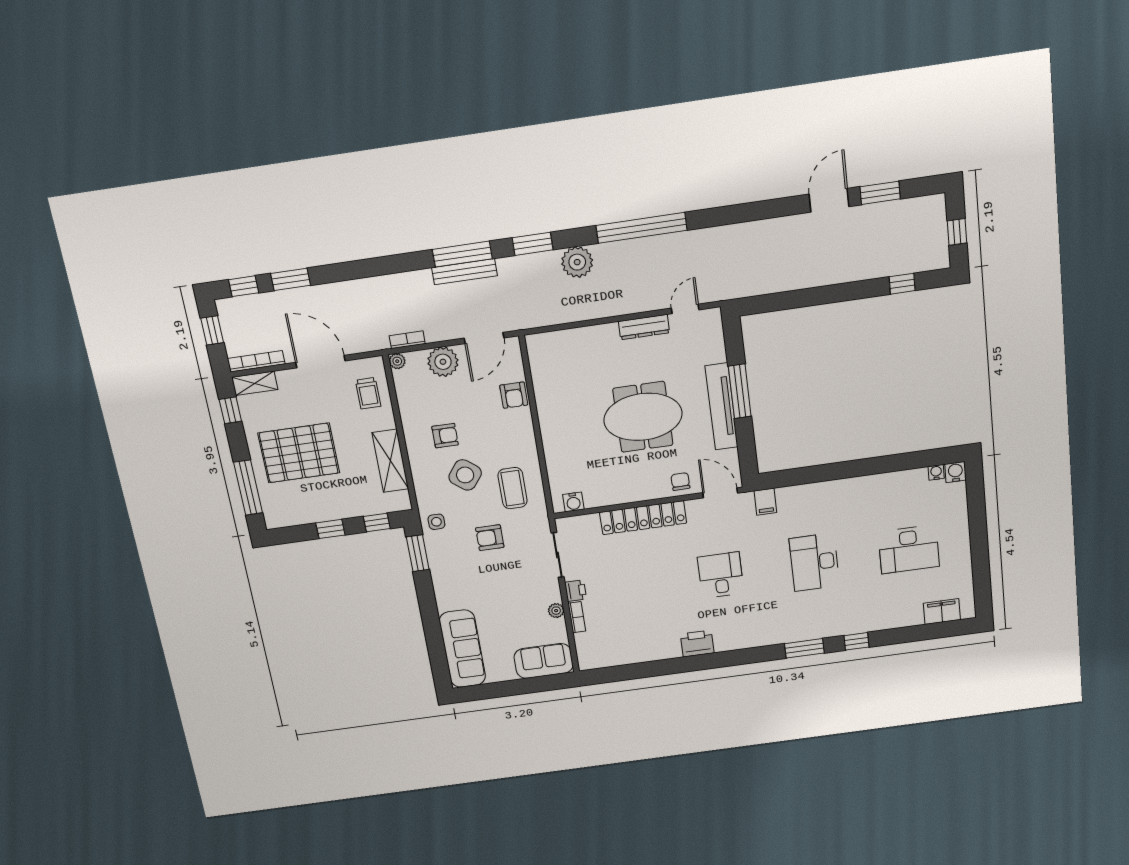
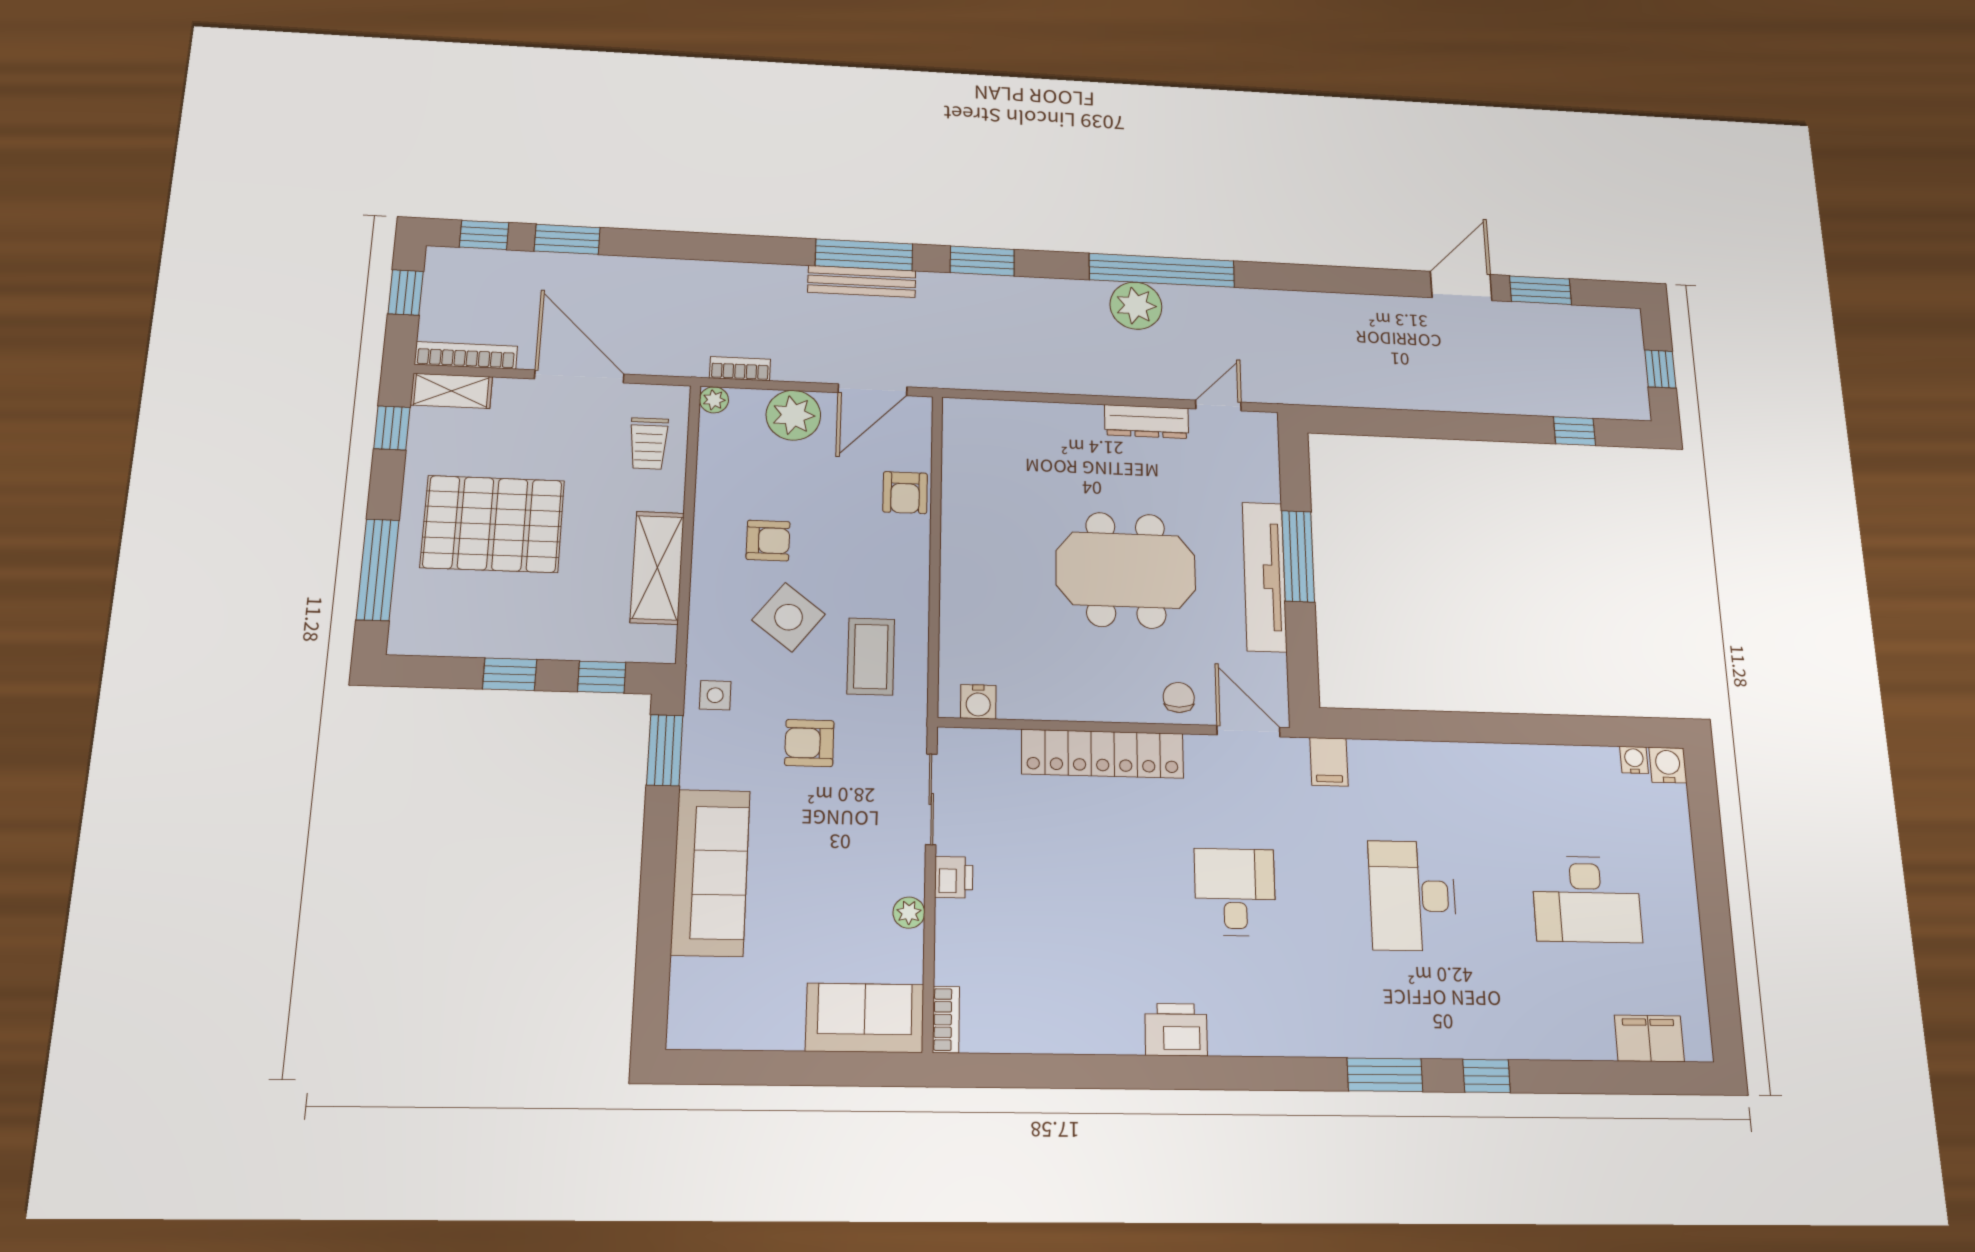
plant: (577, 262) -> (1136, 306), moved
bookcase: (577, 617) -> (946, 1020), moved
sofa: (462, 649) -> (711, 872), moved

